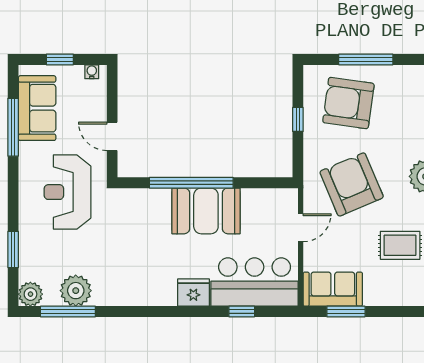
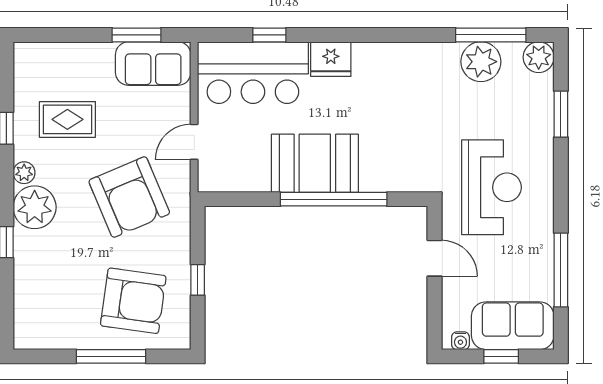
sofa: (37, 108) -> (513, 326), moved, turned 90

